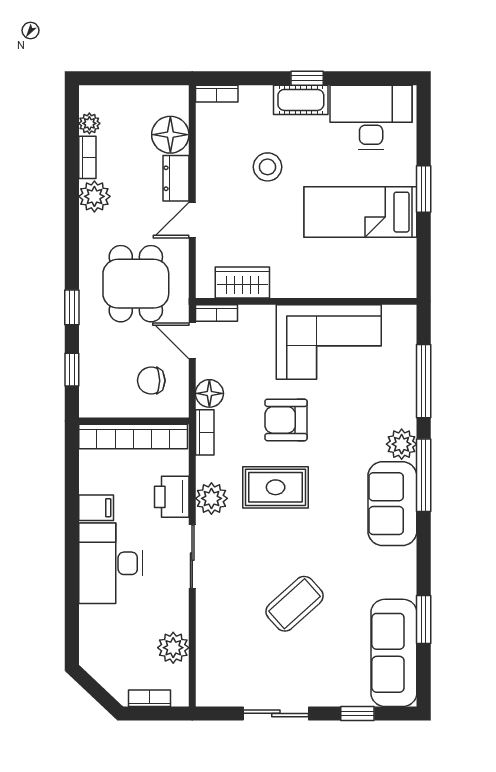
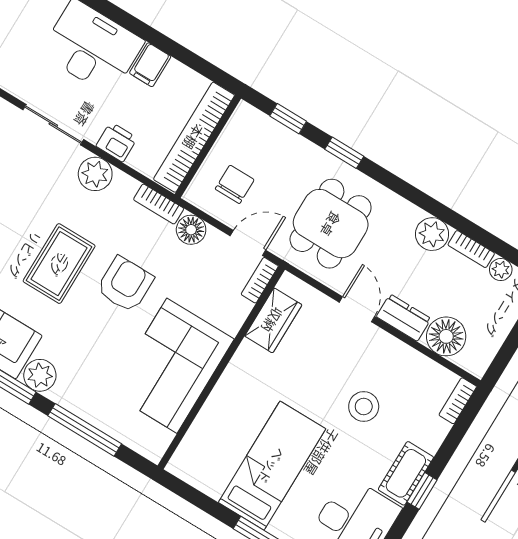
dining table: (136, 284) -> (331, 224), turned 90
rug: (276, 487) -> (59, 264), moved
printer: (172, 497) -> (117, 142), width x0.73, depth x0.81

